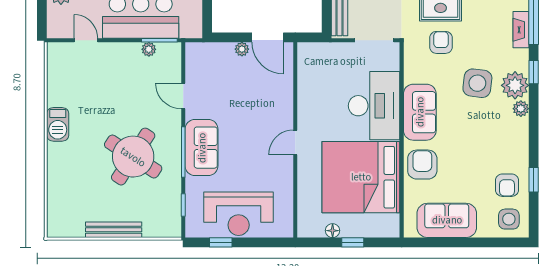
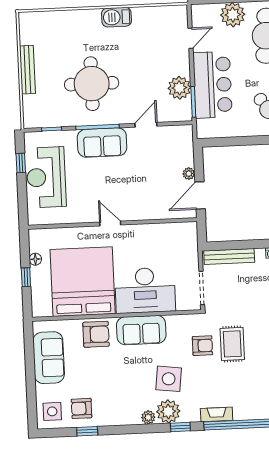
plant: (149, 49) -> (179, 88), width x1.87, depth x1.87
round table: (133, 157) -> (92, 84), turned -33

